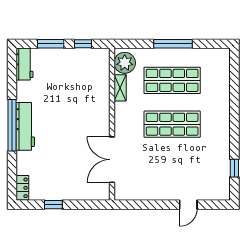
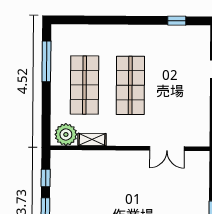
window: (173, 44) -> (46, 61), moved
double door: (112, 160) -> (167, 148), width x0.73

